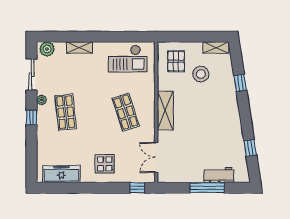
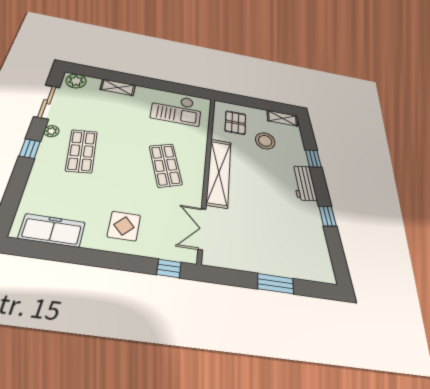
shelving: (165, 111) -> (219, 172), width x1.47
window: (250, 148) -> (328, 216), moved
workbench: (219, 175) -> (304, 183), moved, turned -99
window: (207, 188) -> (276, 284), width x0.69

